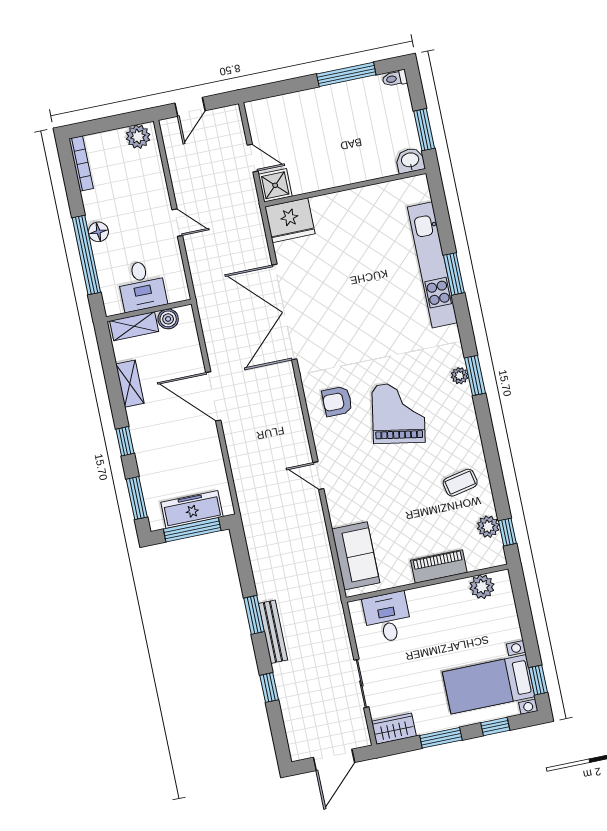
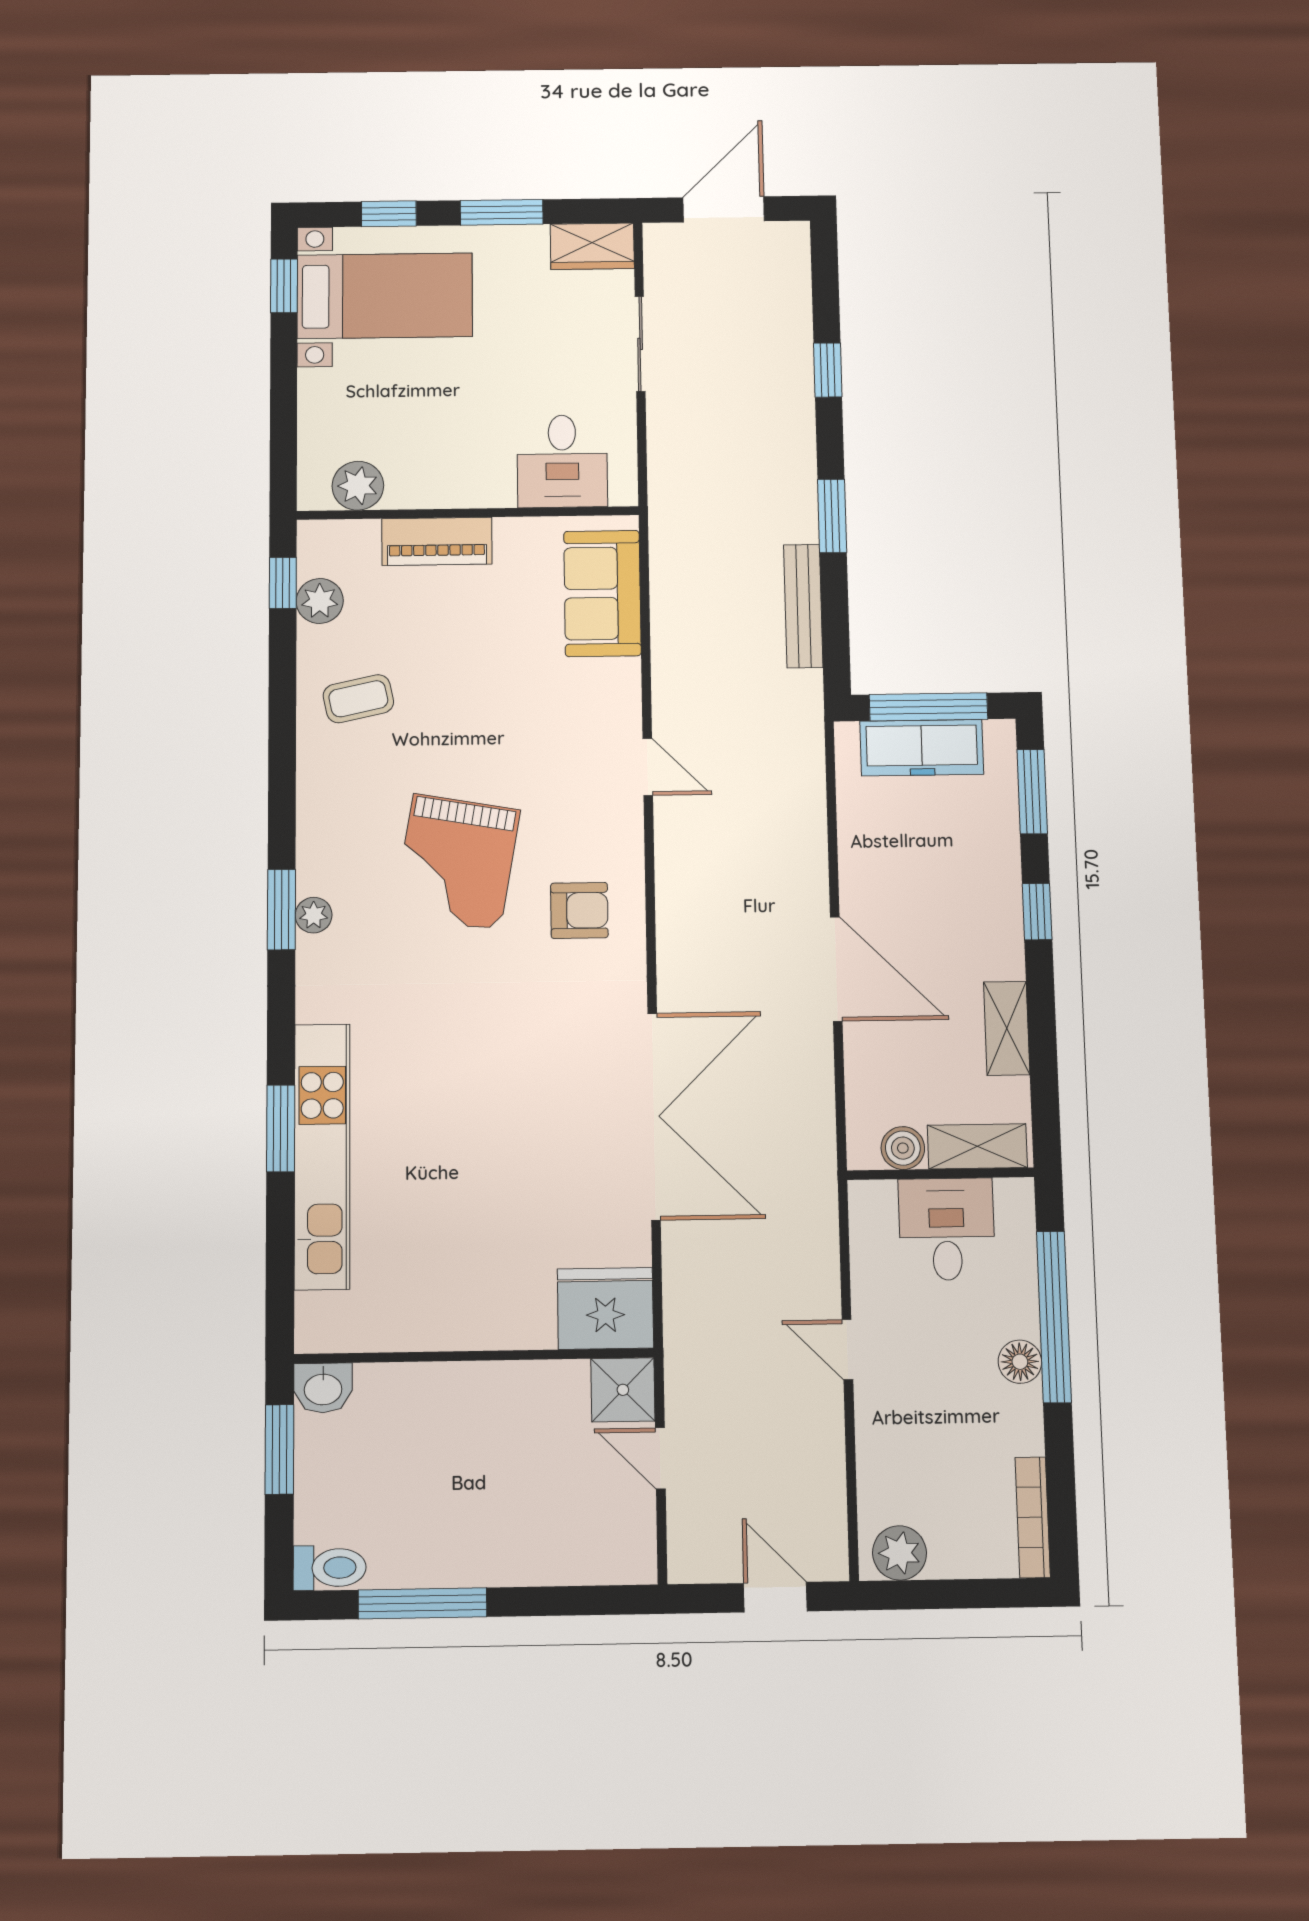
toilet: (395, 78) -> (330, 1568), width x1.37, depth x1.39
door: (190, 107) -> (775, 1597), hinge flipped
bench: (273, 632) -> (803, 606), moved

